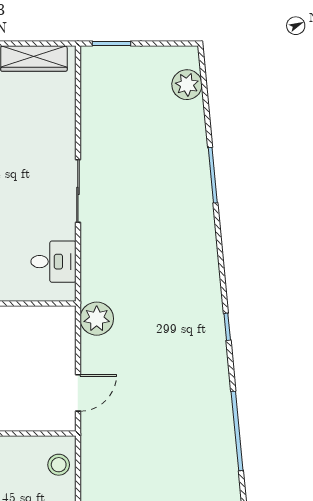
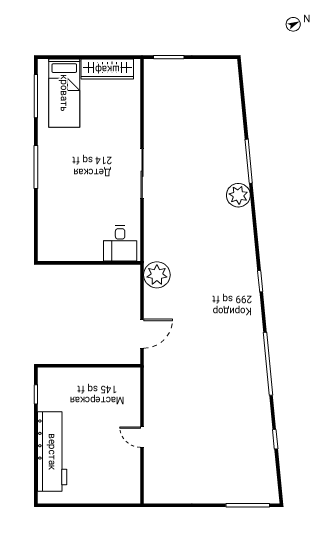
plant: (187, 85) -> (238, 195), moved
desk: (53, 262) -> (120, 243), moved, turned 90
stool: (59, 465) -> (127, 390), removed

